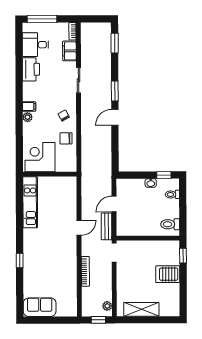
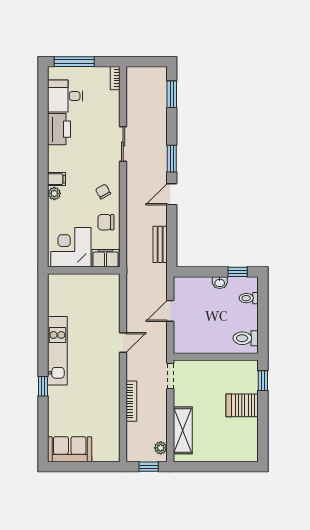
filing cabinet: (69, 51) -> (106, 258), moved, turned 90
kitchen unit: (30, 202) -> (57, 351), moved
bench: (107, 226) -> (160, 244), moved
shelving: (141, 309) -> (183, 430), moved, turned 90

